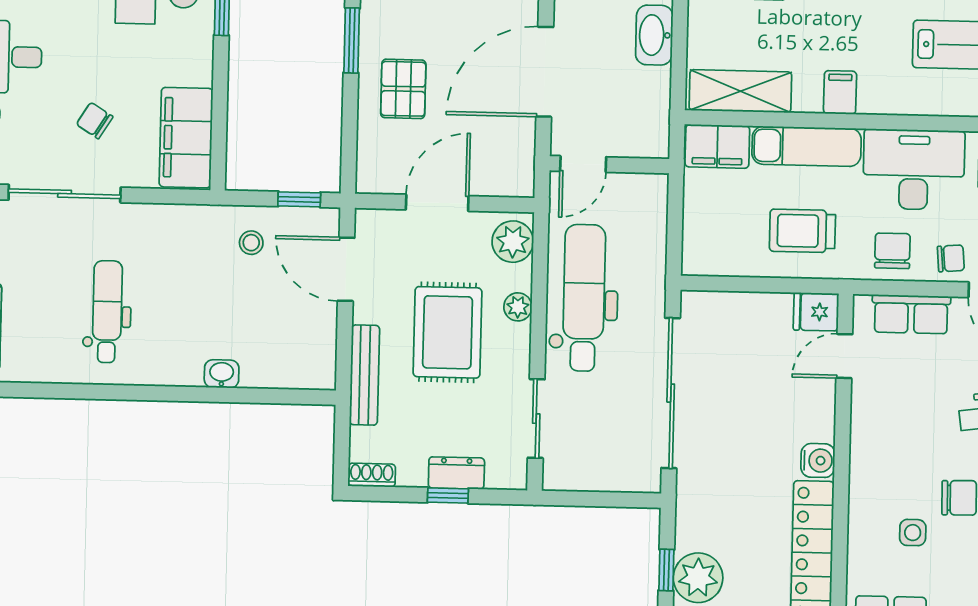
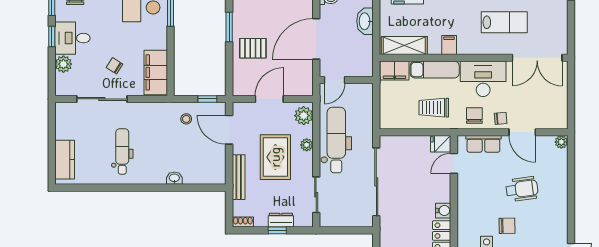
pallet: (403, 89) -> (253, 48), turned 90

